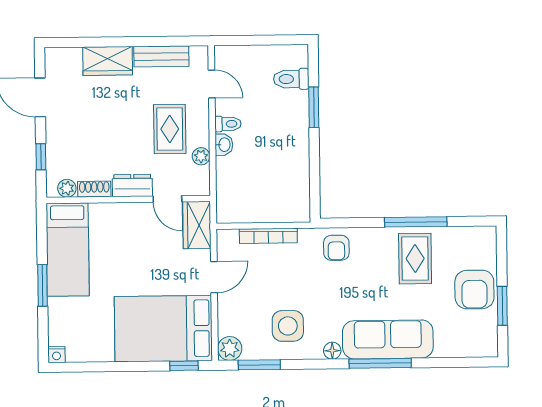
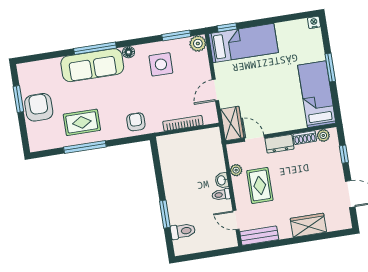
bench: (161, 56) -> (259, 236), moved
rug: (415, 259) -> (82, 122), turned 90
bed: (163, 329) -> (243, 43), width x0.67

